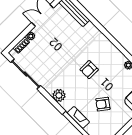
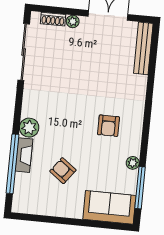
armchair: (89, 70) -> (108, 126), moved, turned -90
plant: (59, 95) -> (29, 128), moved

